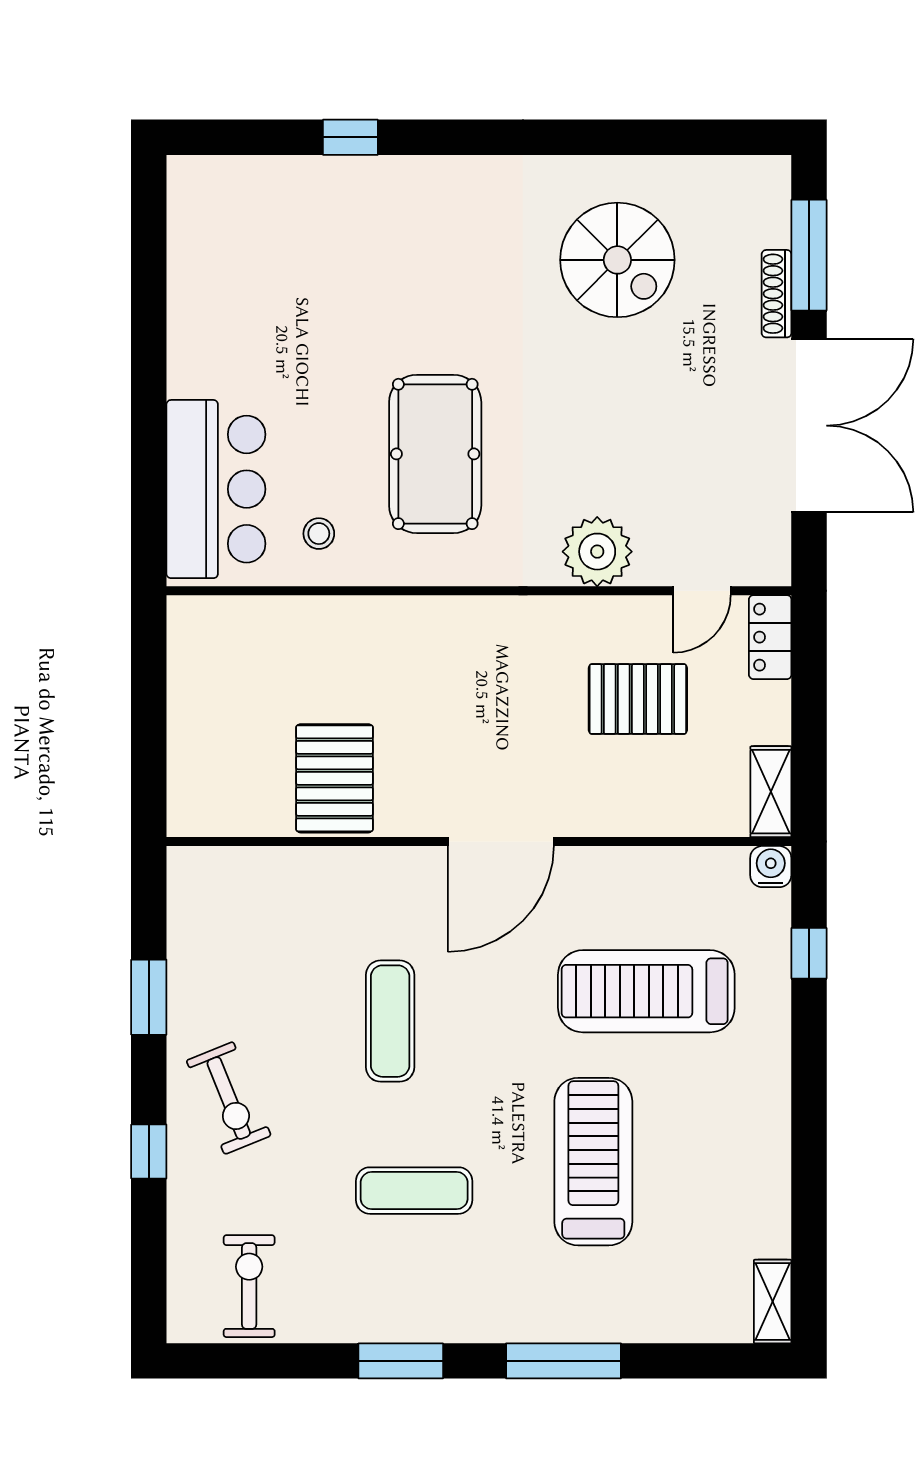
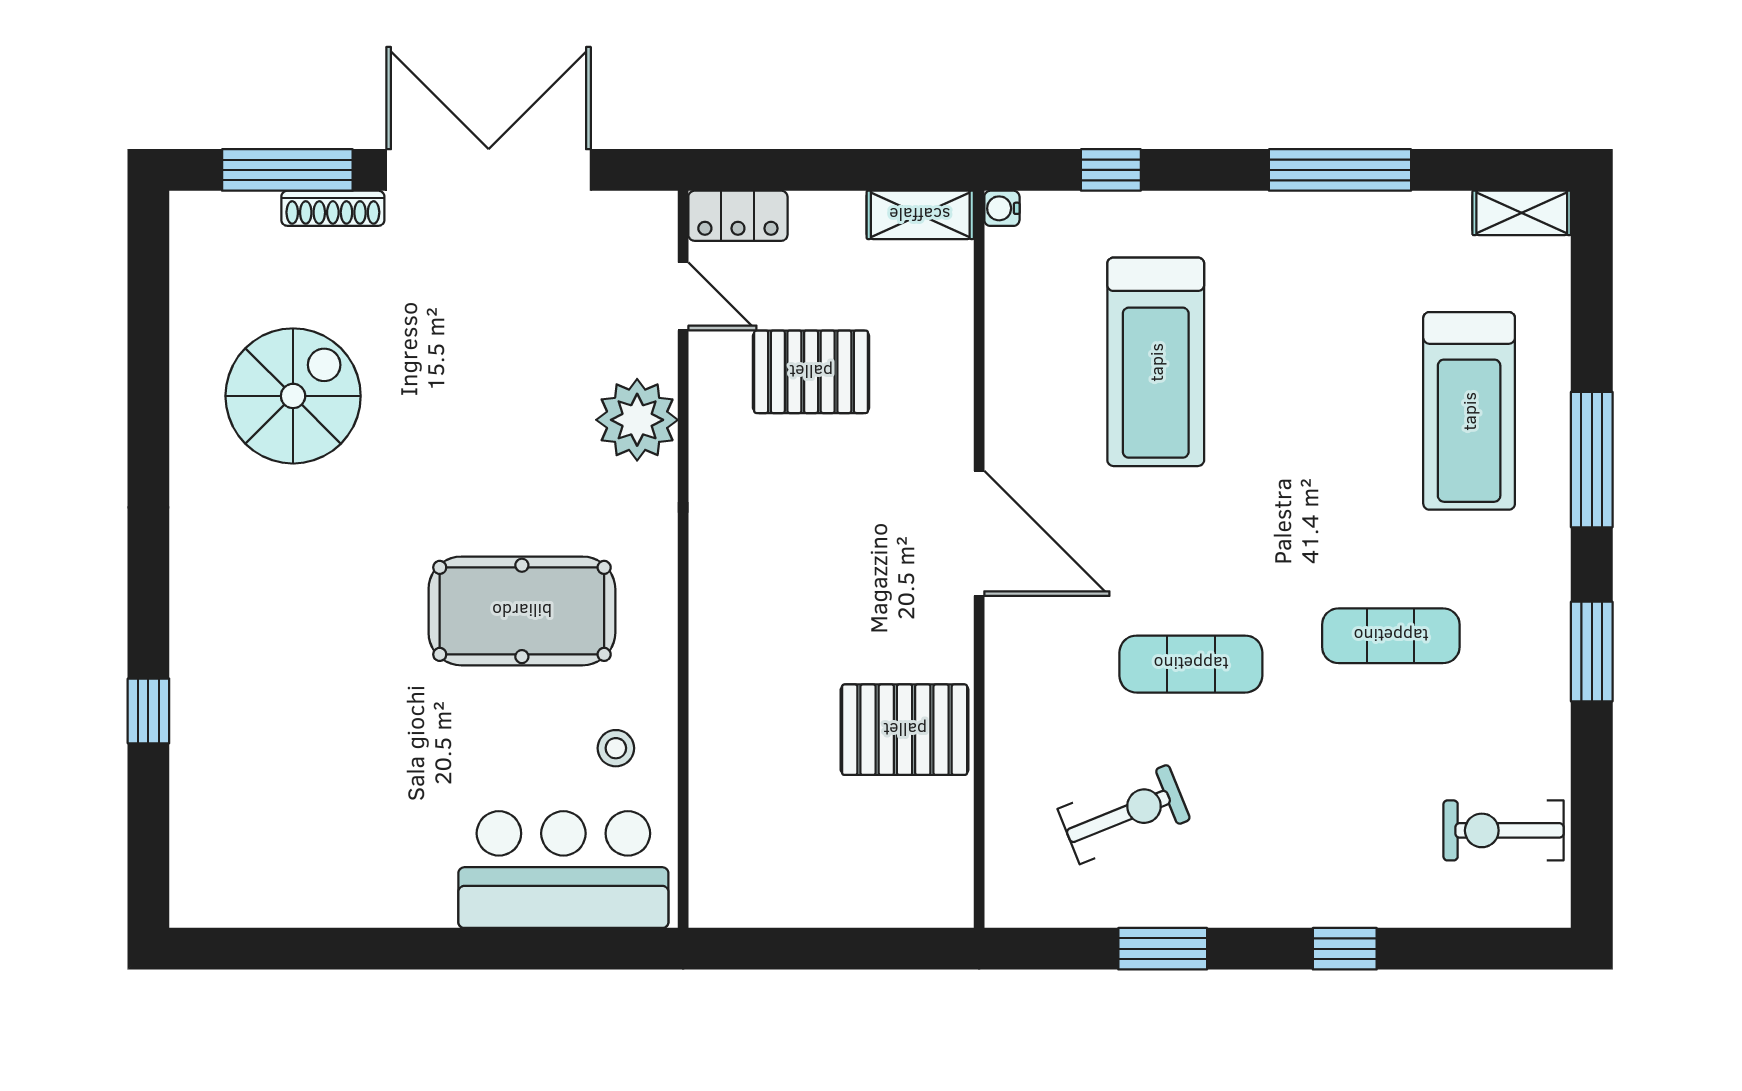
pallet: (638, 699) -> (811, 372), turned 90
water cooler: (771, 867) -> (1002, 208), width x0.72, depth x0.72
exercise bike: (229, 1098) -> (1124, 814), moved
window: (809, 1147) -> (1340, 170), added
treadmill: (593, 1162) -> (1469, 411), moved, turned -90
exercise mat: (414, 1191) -> (1391, 636), turned 90

